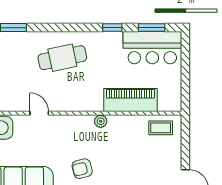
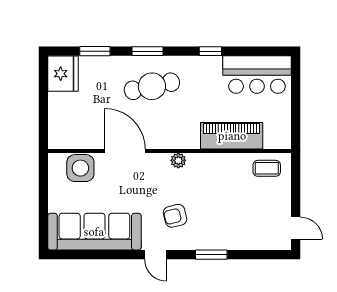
window: (151, 28) -> (147, 51), moved
door: (39, 113) -> (125, 151), width x1.87
plant: (101, 121) -> (178, 160), moved

